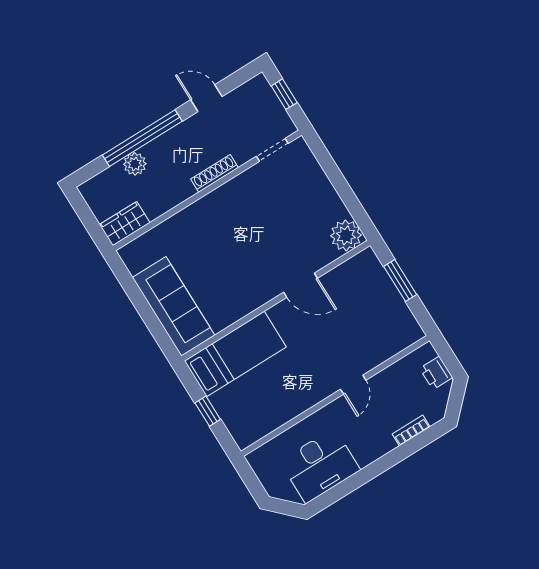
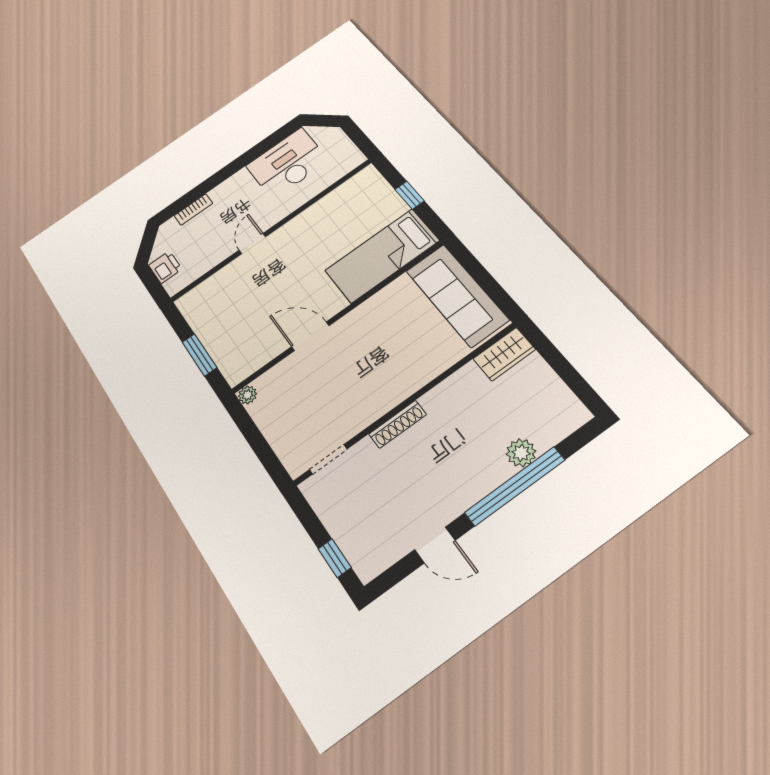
doorway: (272, 150) -> (328, 459), moved
shoe rack: (215, 173) -> (398, 424), moved
wall: (207, 190) -> (405, 404), moved
wardrobe: (125, 224) -> (504, 354), moved
plant: (346, 235) -> (247, 395), width x0.53, depth x0.53

